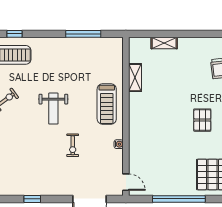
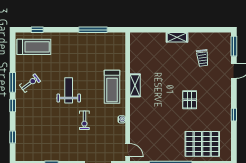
shelving: (164, 43) -> (177, 37), moved
shelving: (135, 78) -> (135, 85), moved
weight bench: (53, 109) -> (69, 90), turned 180

